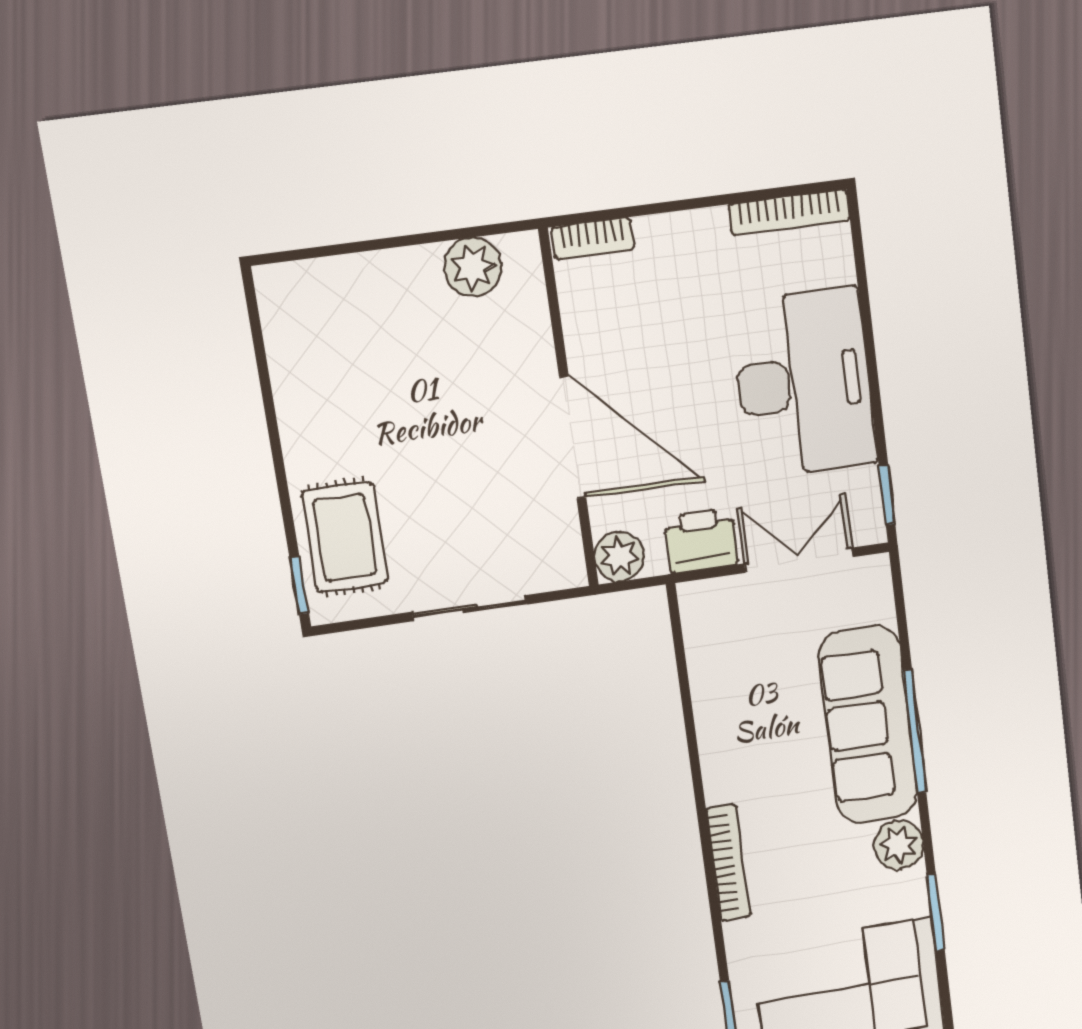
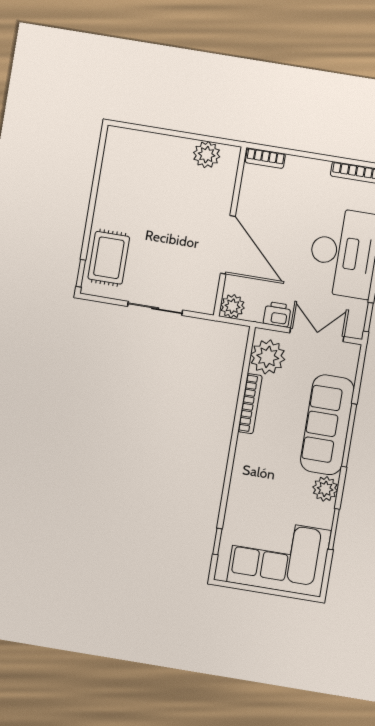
printer: (701, 541) -> (277, 314), width x0.73, depth x0.81
plant: (717, 633) -> (268, 357), added
bookcase: (728, 863) -> (250, 404), moved

